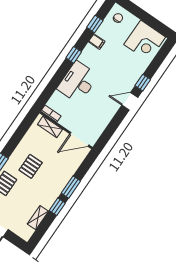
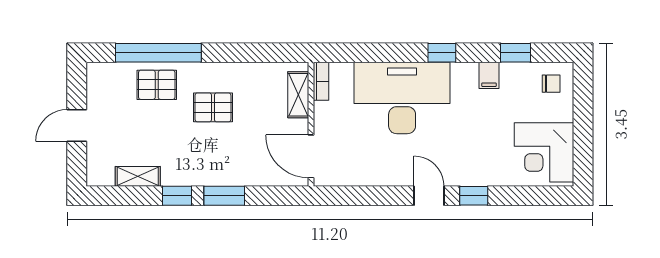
desk: (78, 82) -> (402, 98), width x1.36, depth x1.30

